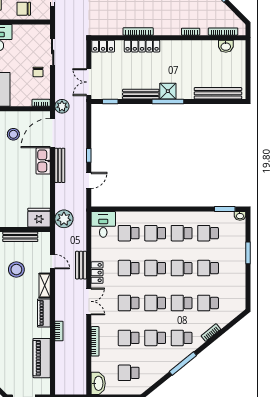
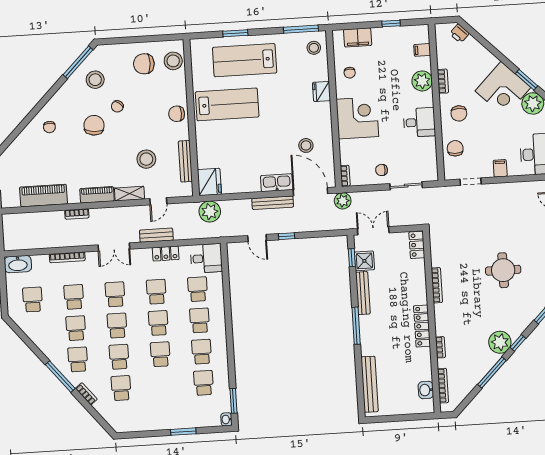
locker: (142, 46) -> (422, 326), moved
shower: (168, 91) -> (364, 261), moved
school desk: (208, 268) -> (162, 385), removed
locker: (97, 273) -> (166, 254), moved
window: (183, 363) -> (60, 377), moved

